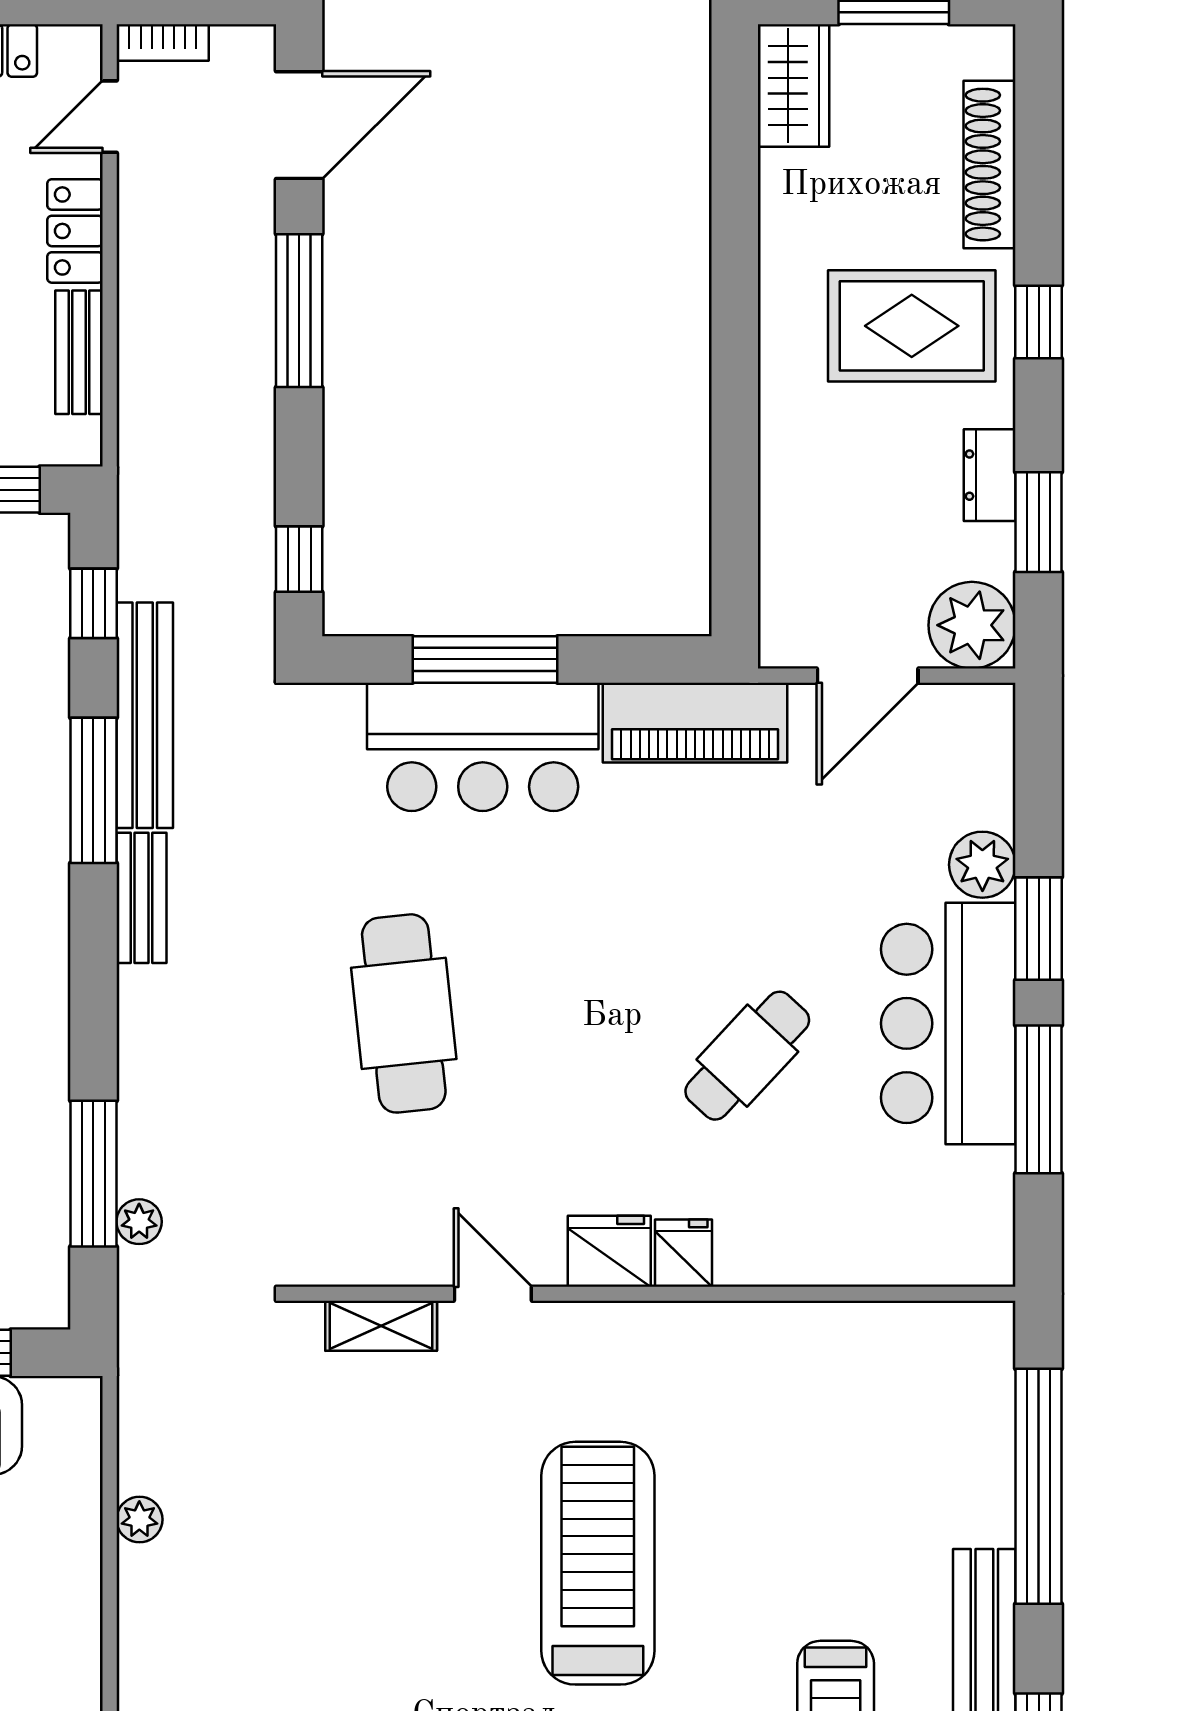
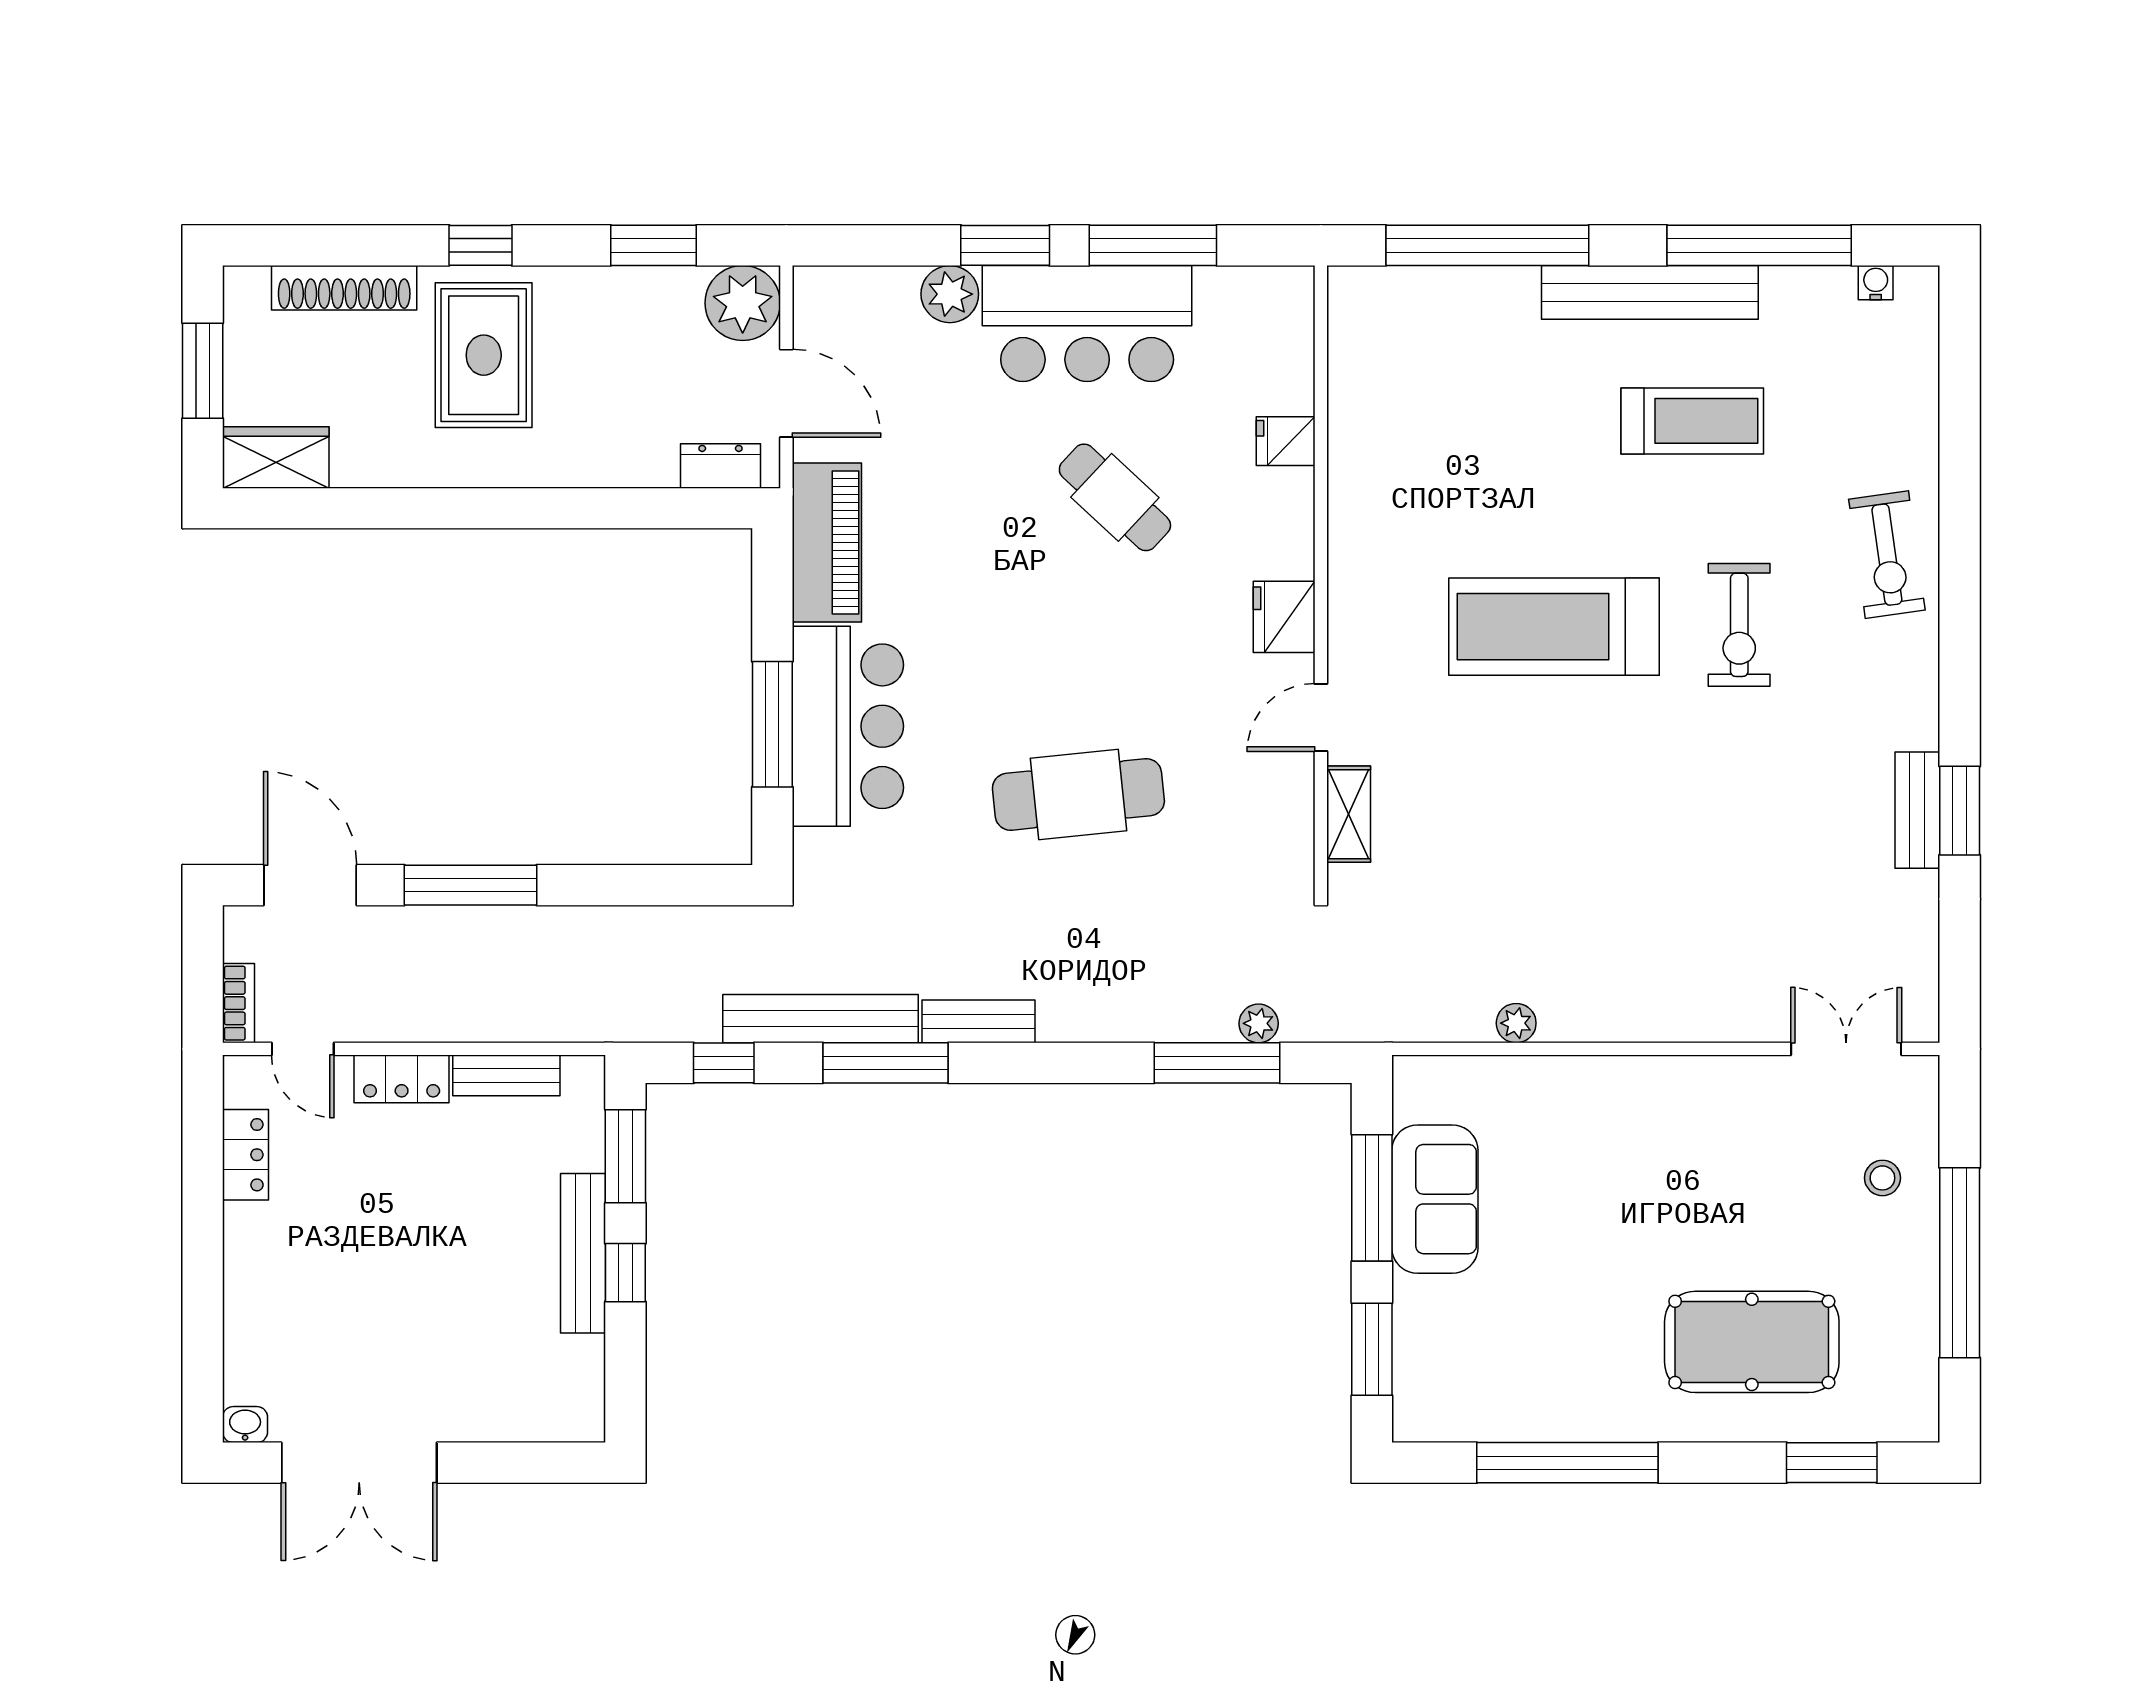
dresser: (990, 475) -> (720, 466), moved, turned 180
window: (299, 559) -> (685, 885), removed
fridge: (683, 1253) -> (1286, 441), moved

